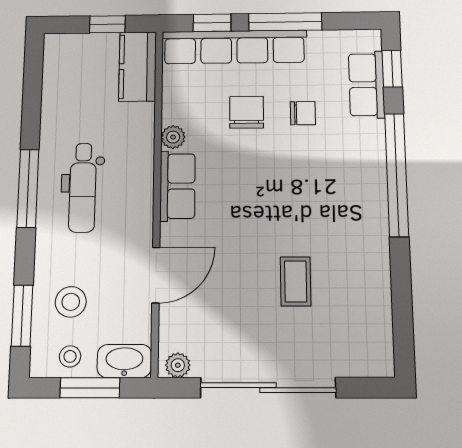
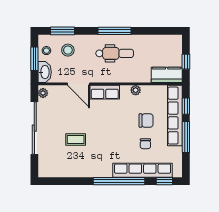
row of seats: (367, 85) -> (143, 170), width x2.02
row of seats: (177, 186) -> (105, 92), moved
dental chair: (83, 188) -> (115, 53), turned 180

